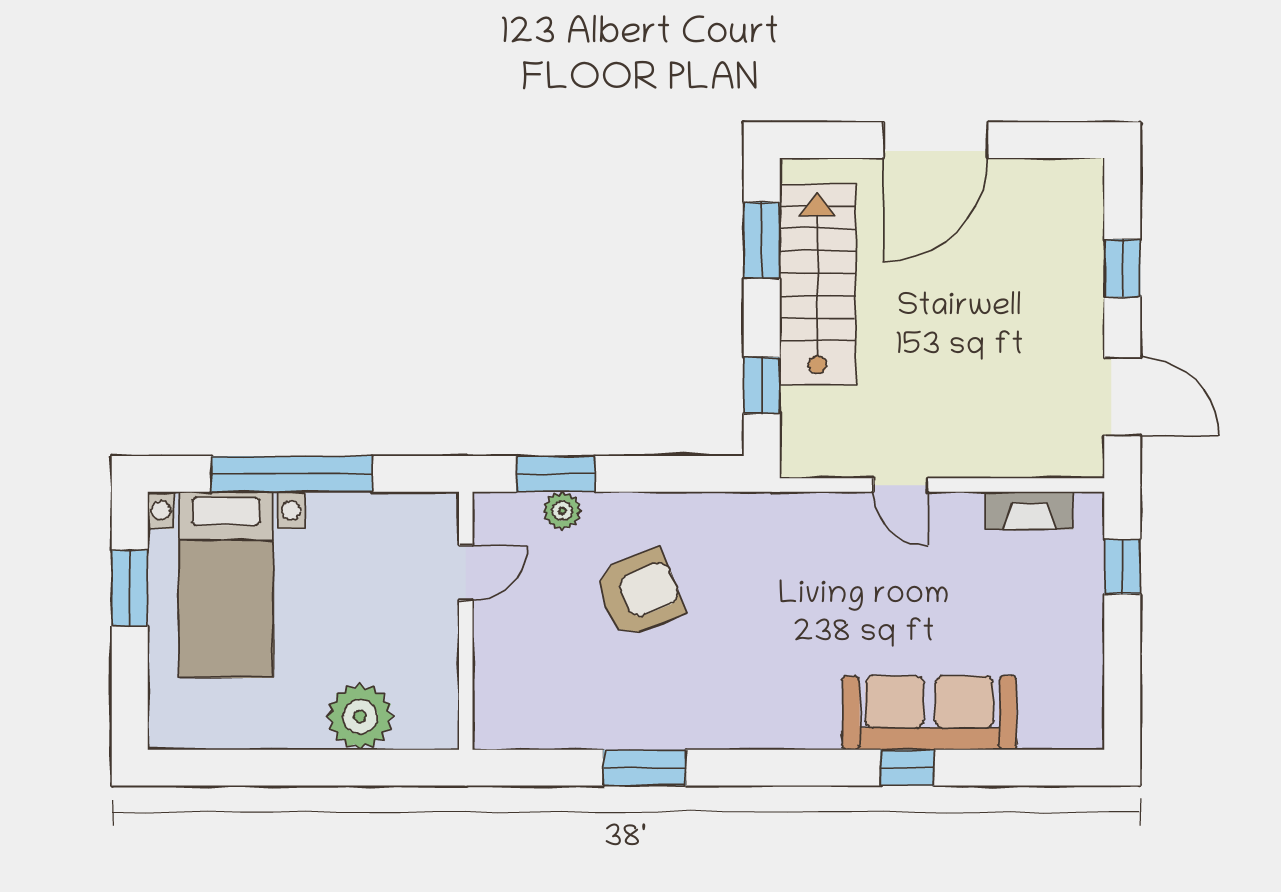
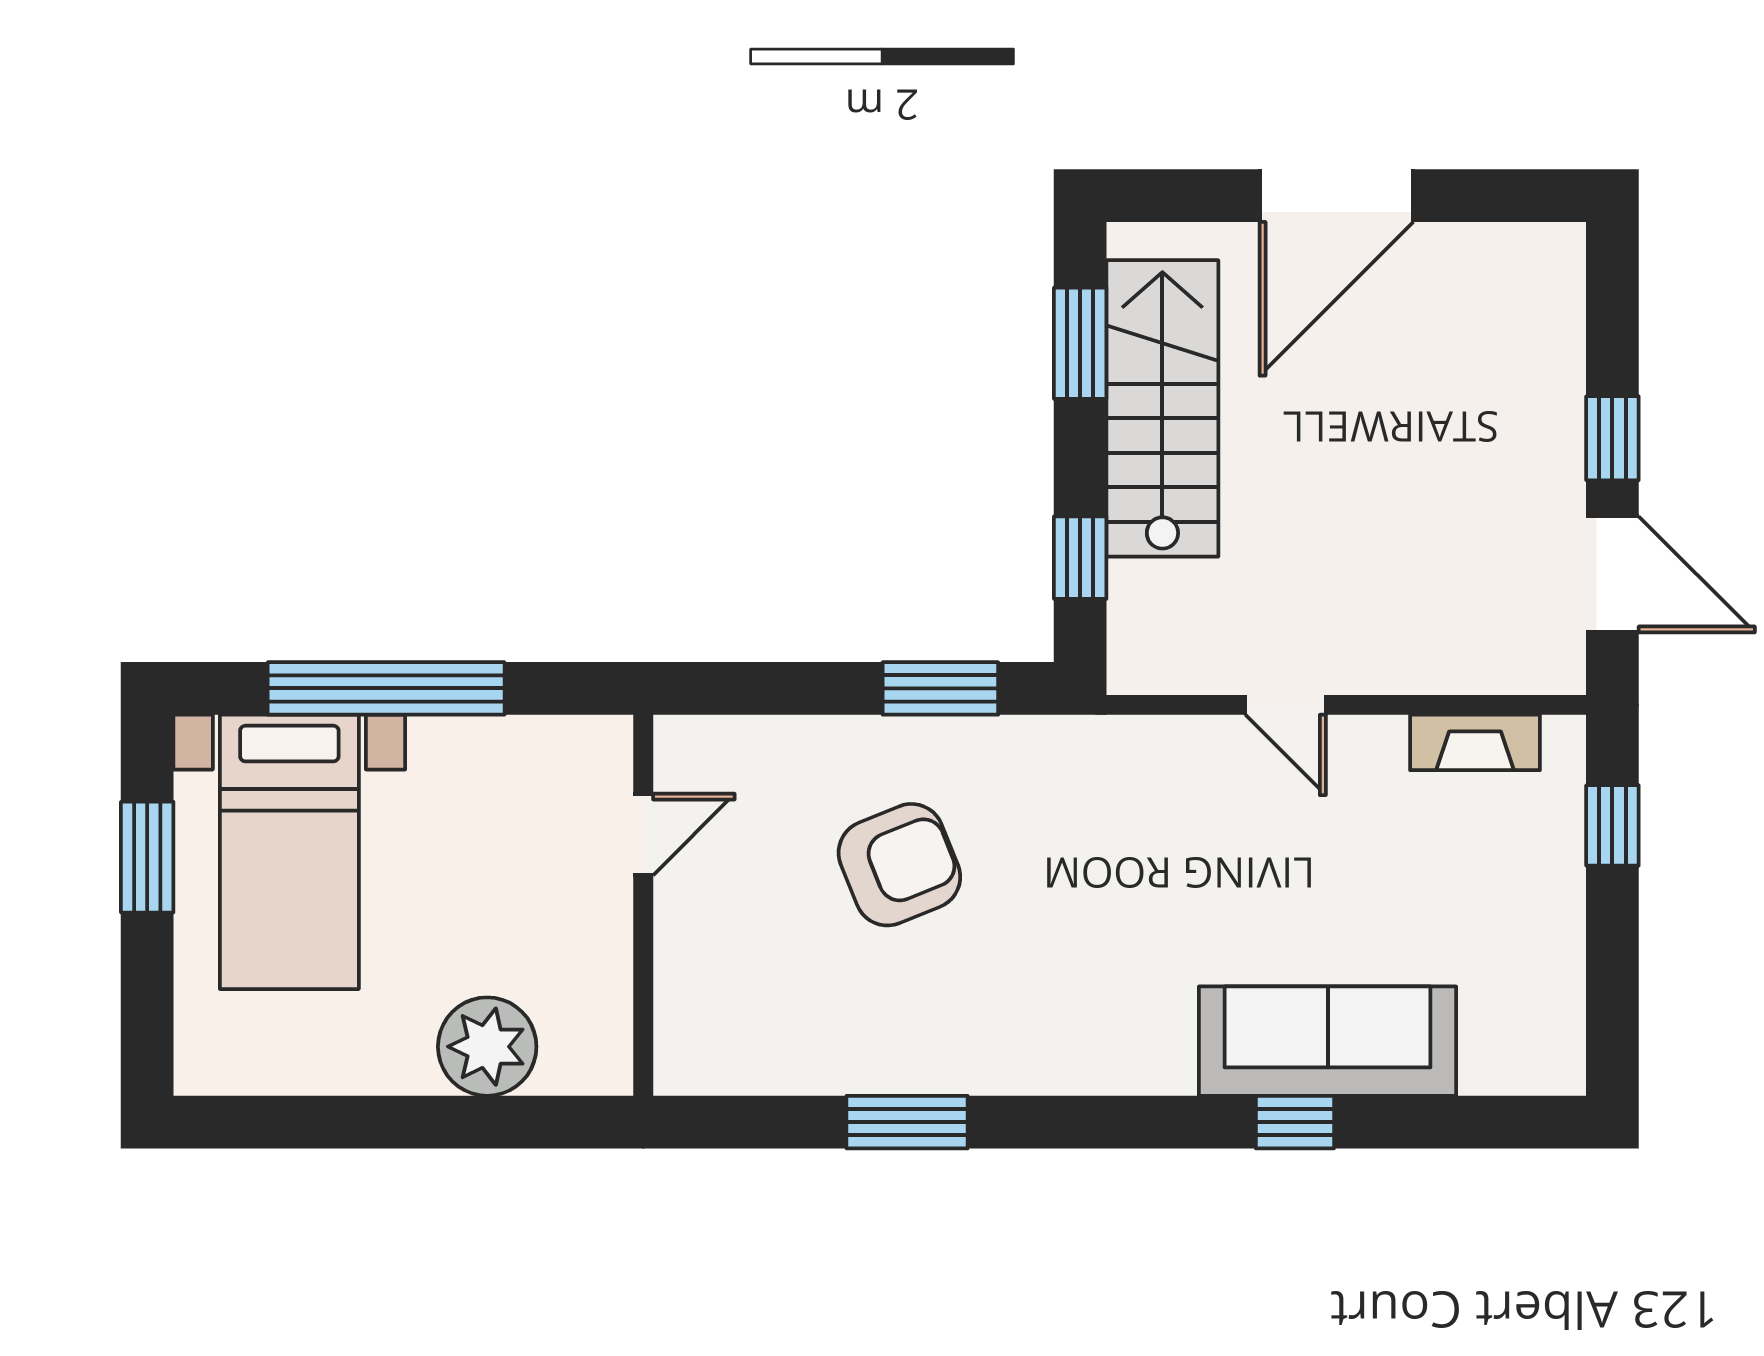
window: (1122, 268) -> (1612, 438), moved
window: (556, 474) -> (940, 688), moved
plant: (562, 511) -> (786, 743), removed

